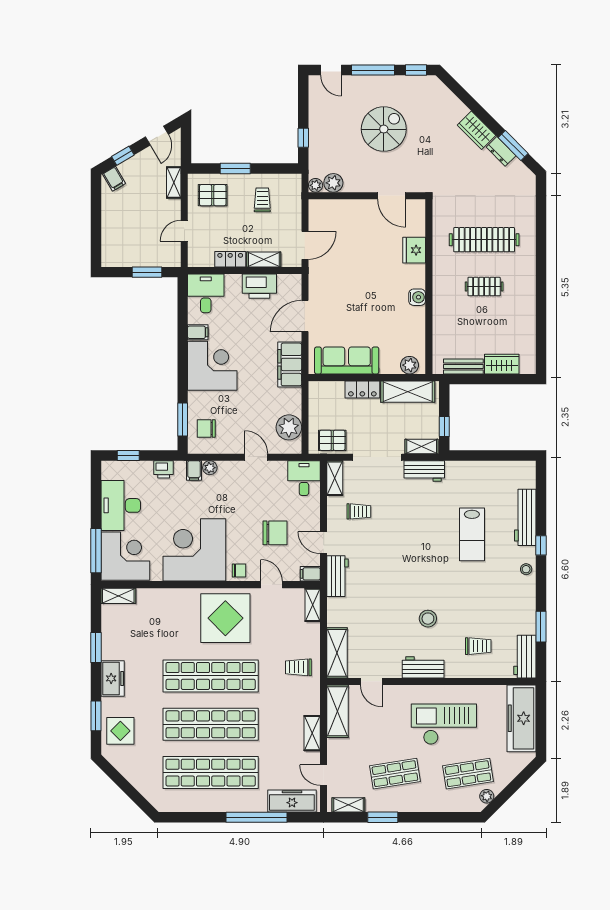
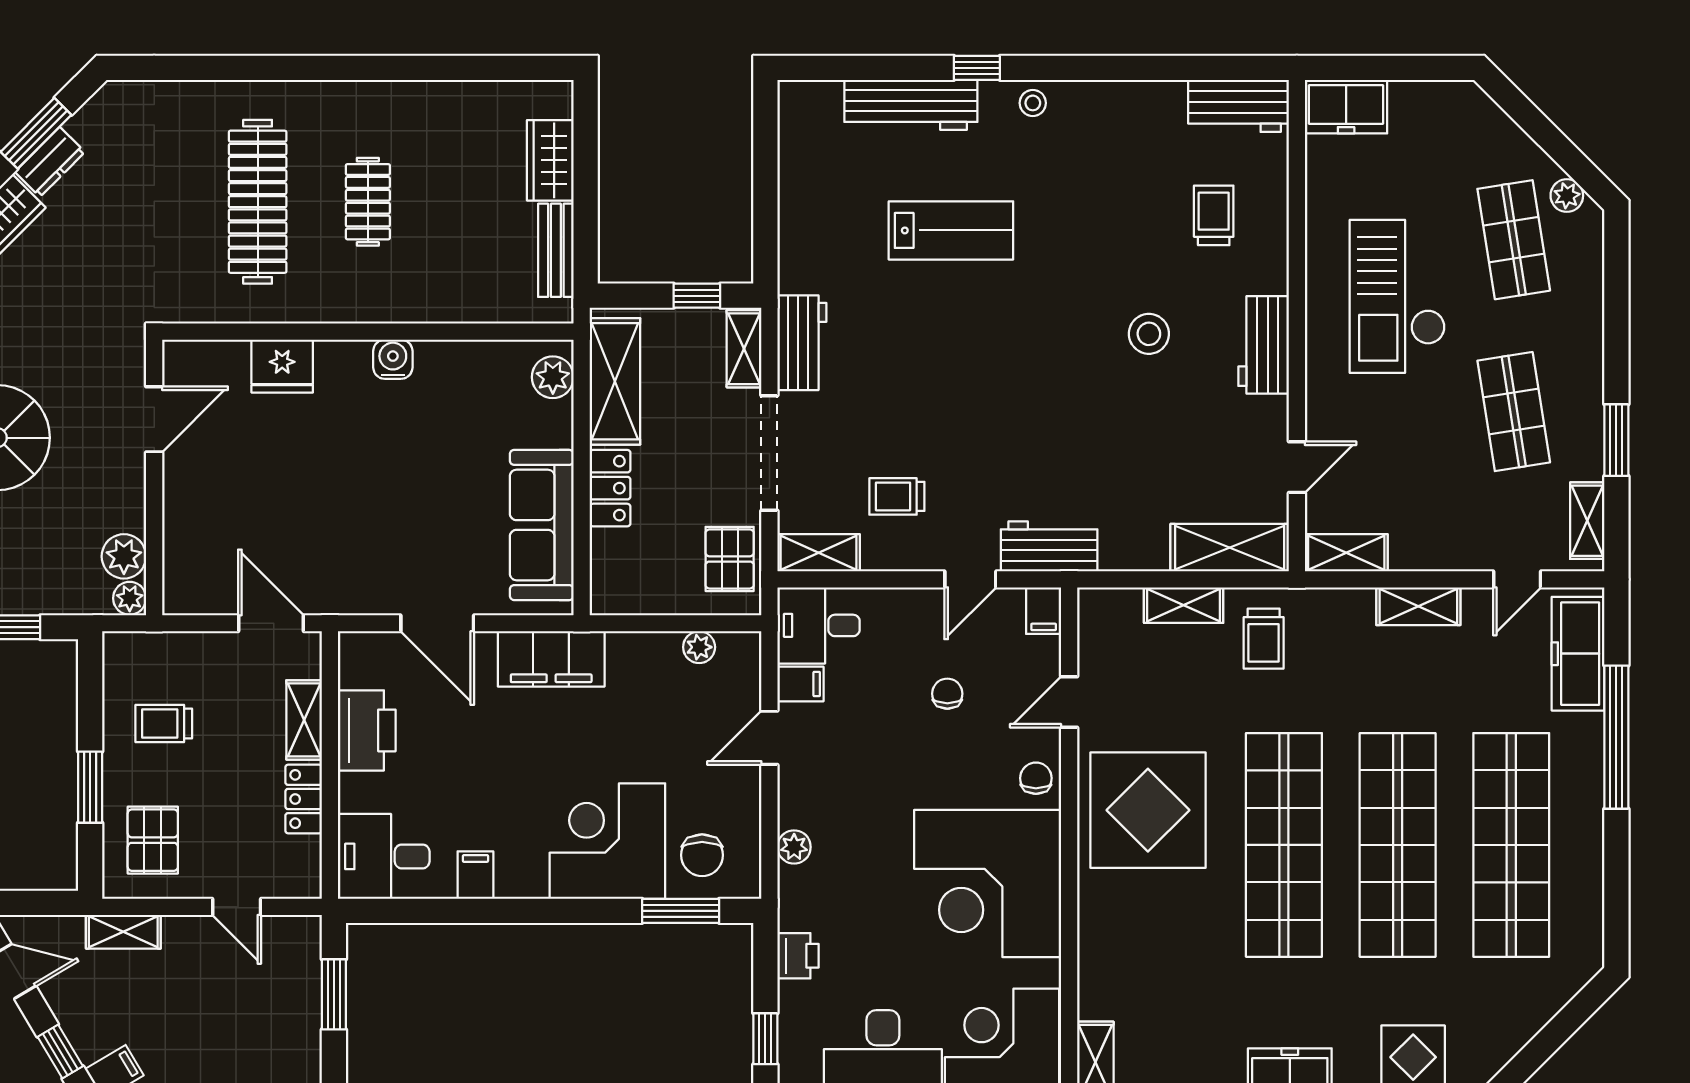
corner desk: (212, 366) -> (607, 841), moved
plant: (289, 427) -> (699, 647), width x0.53, depth x0.53
filing cabinet: (194, 470) -> (800, 684), moved
trolley: (359, 511) -> (897, 496), turned -90
chair: (275, 533) -> (947, 694), width x0.54, depth x0.54
shelving: (313, 605) -> (1184, 605), moved
window: (541, 627) -> (1168, 68), removed
shelving: (338, 711) -> (1346, 553), width x0.67, depth x0.75
freezer: (522, 718) -> (1346, 107), width x0.52, depth x0.79

